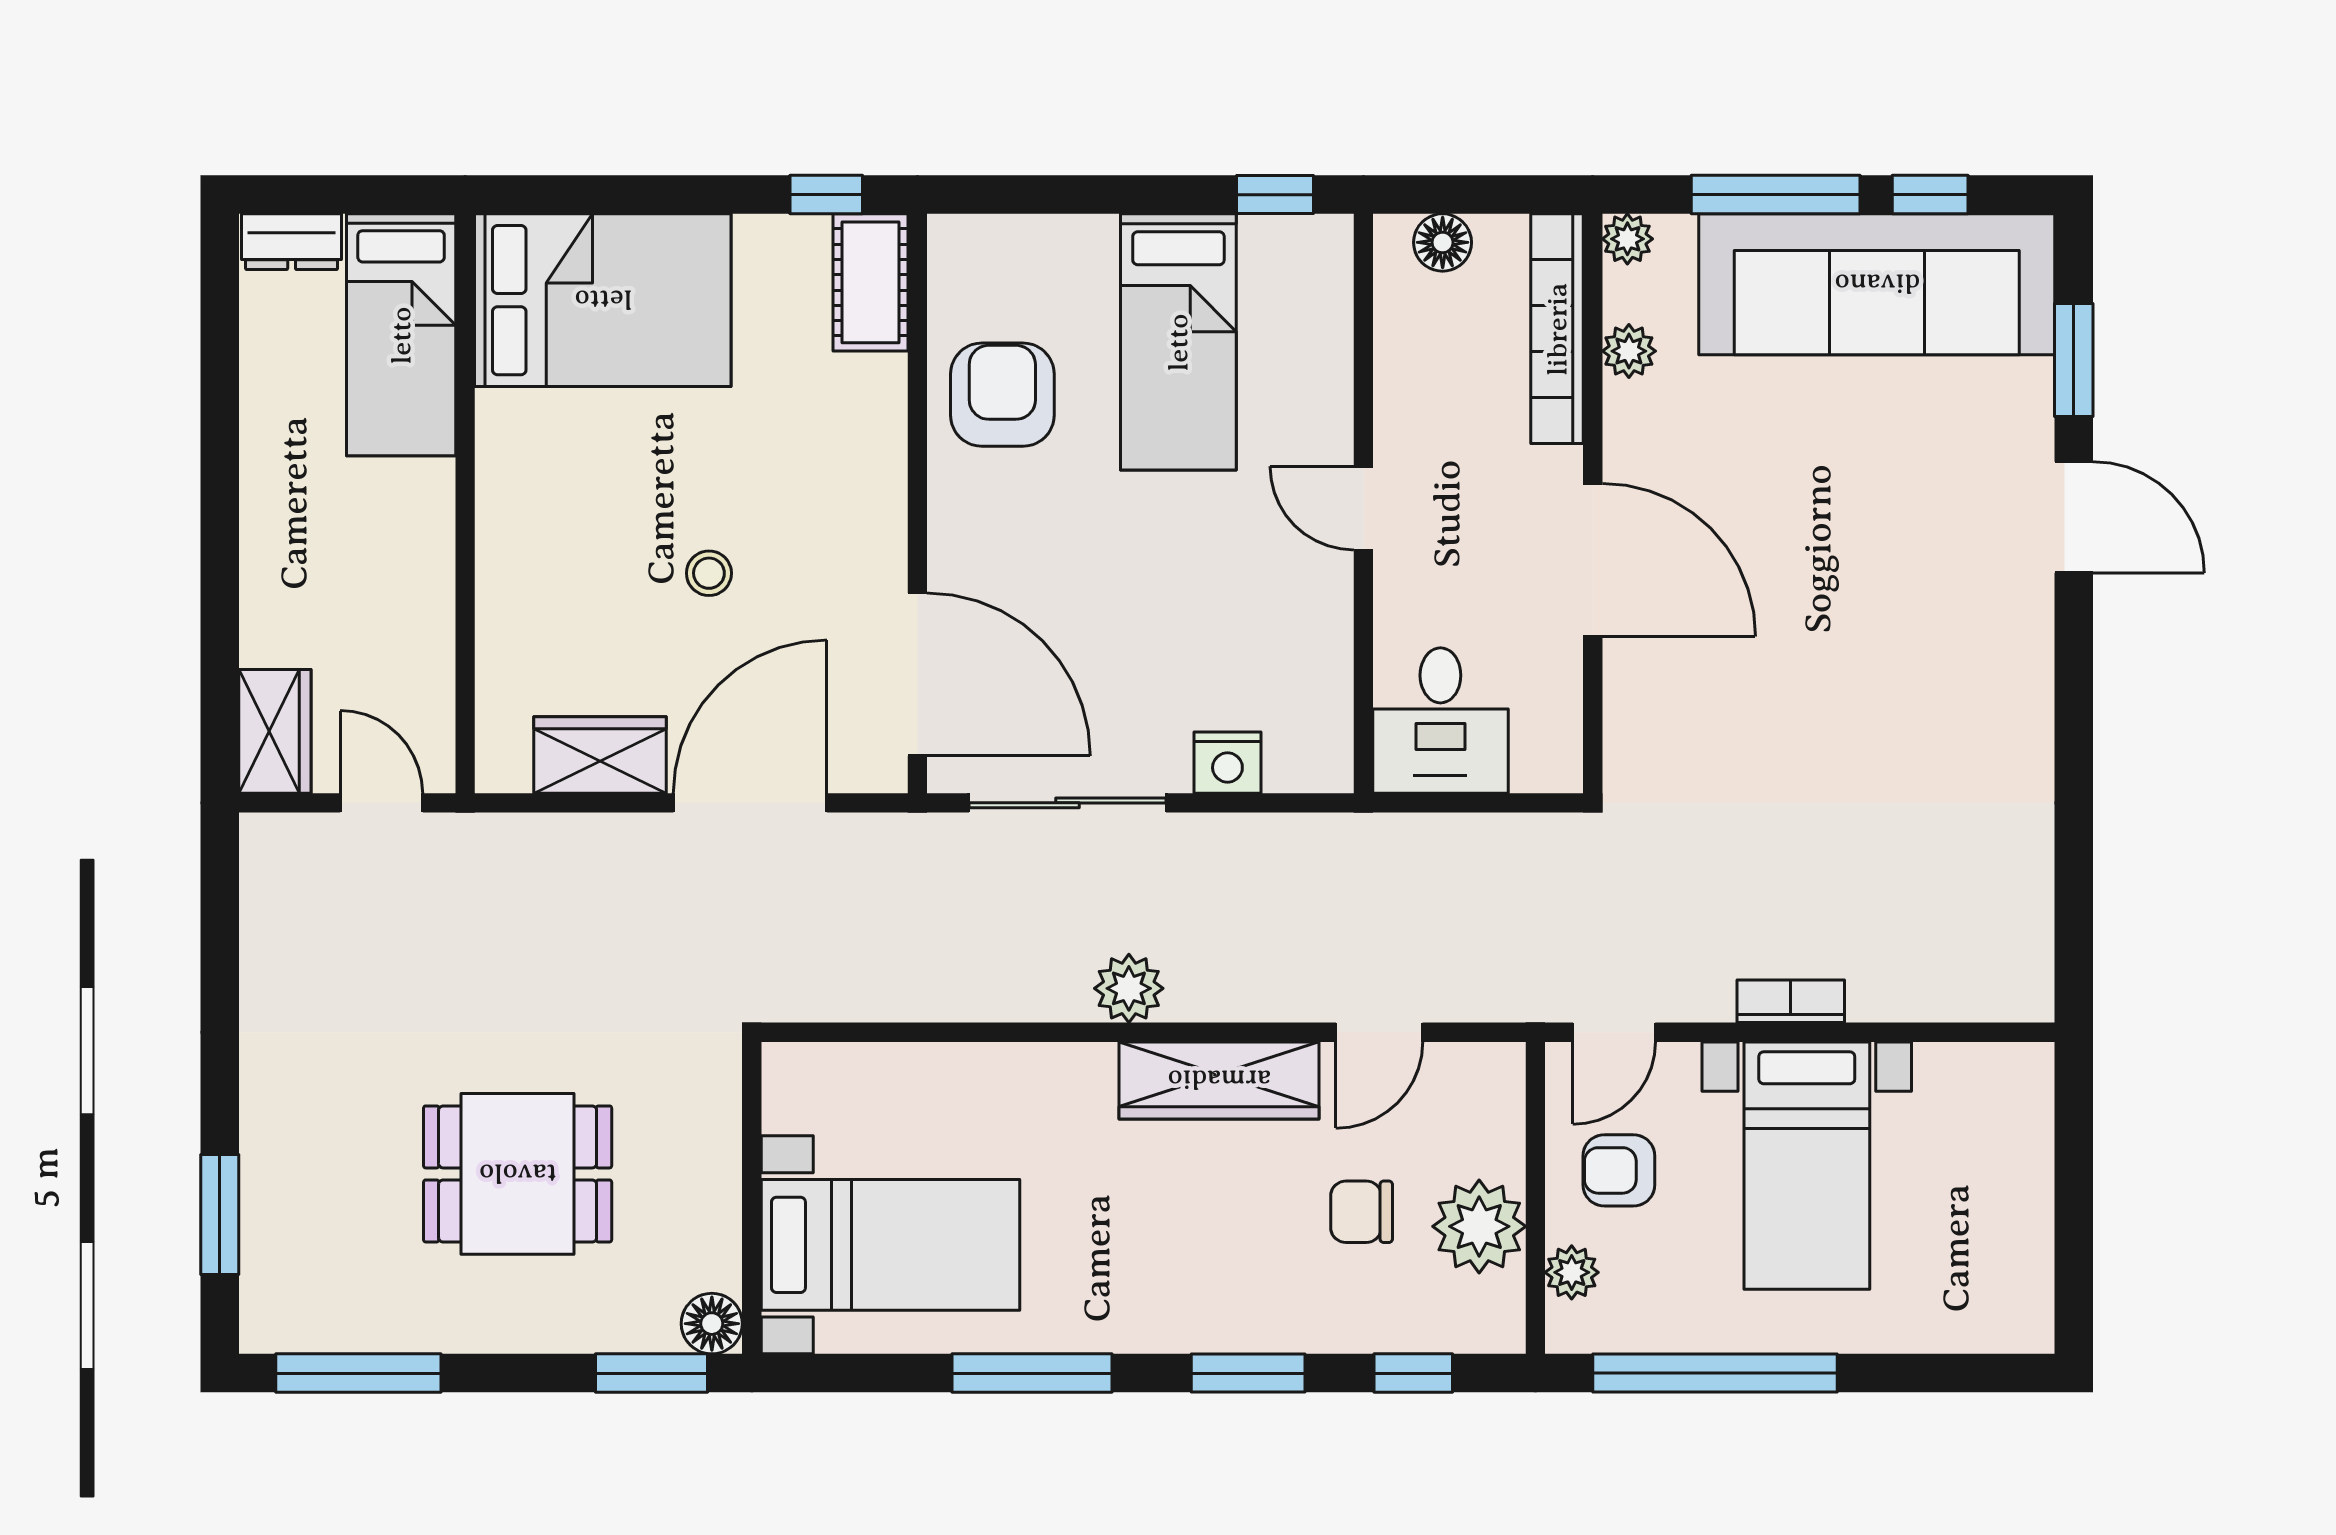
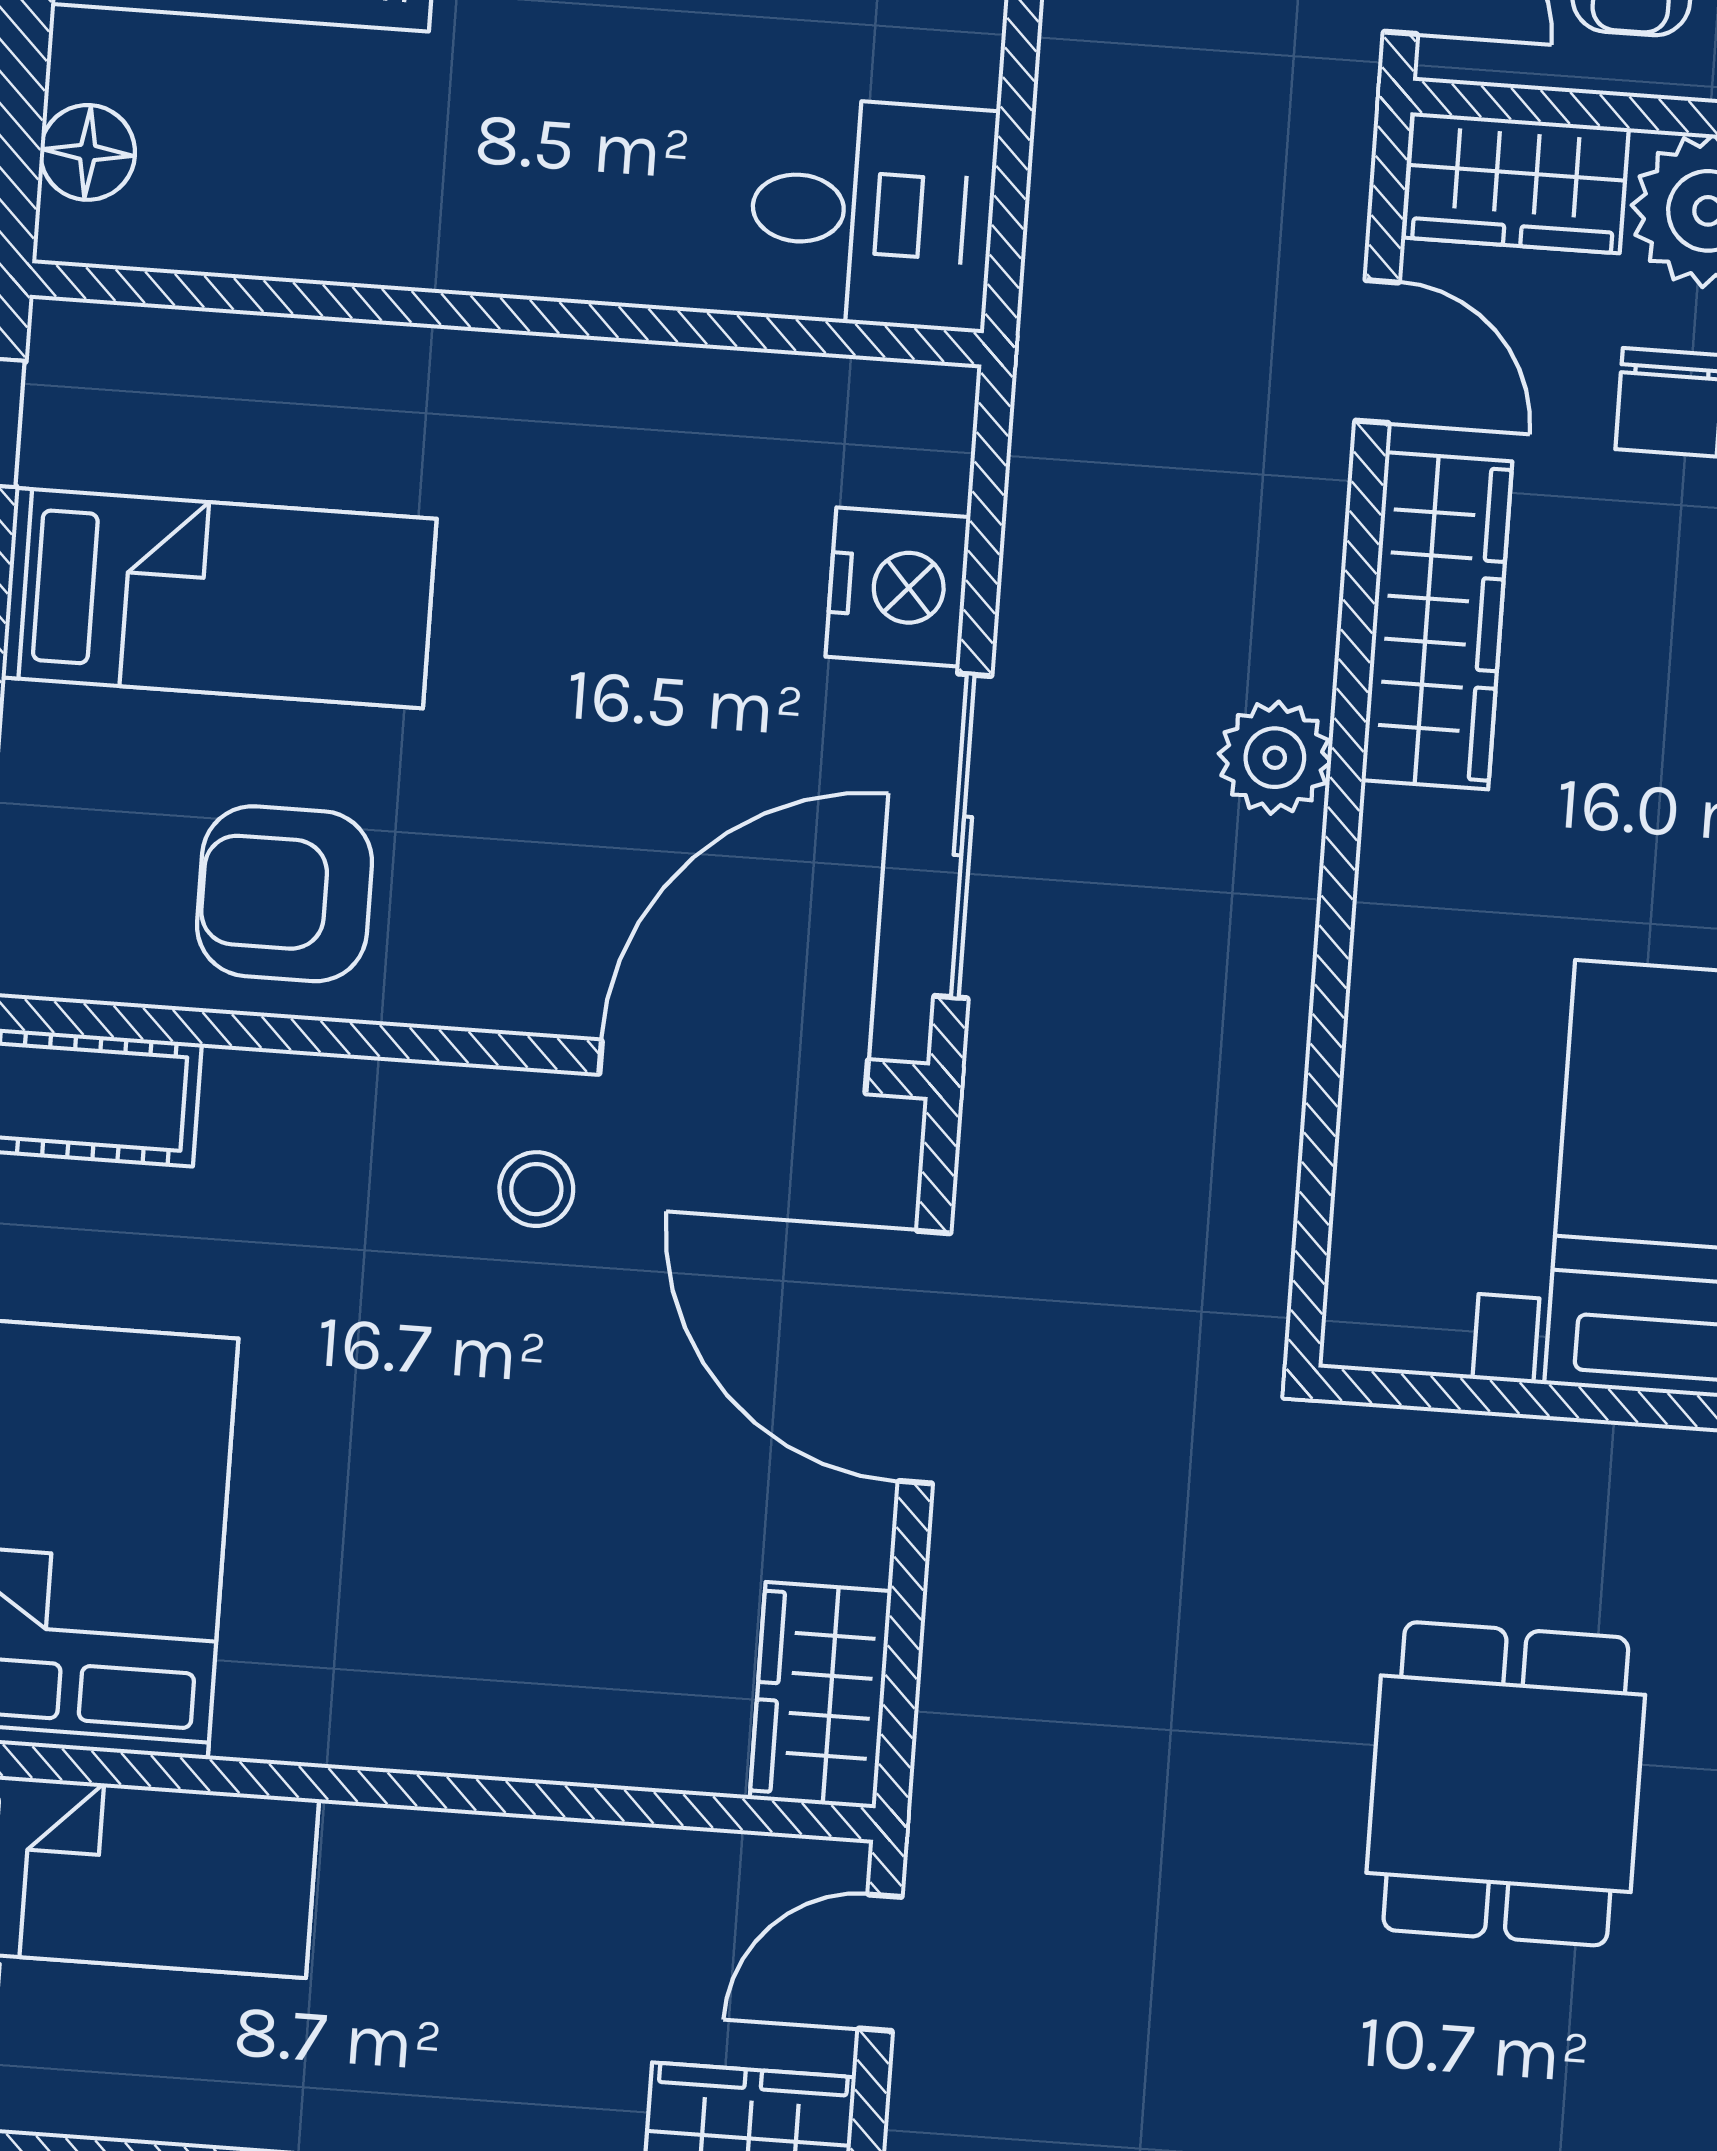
door: (1363, 508) -> (515, 315), removed
stool: (709, 573) -> (536, 1189), moved
wardrobe: (600, 755) -> (821, 1695), moved
nightstand: (1227, 763) -> (898, 587), width x1.36, depth x1.33
wardrobe: (1488, 1109) -> (1516, 183), added

